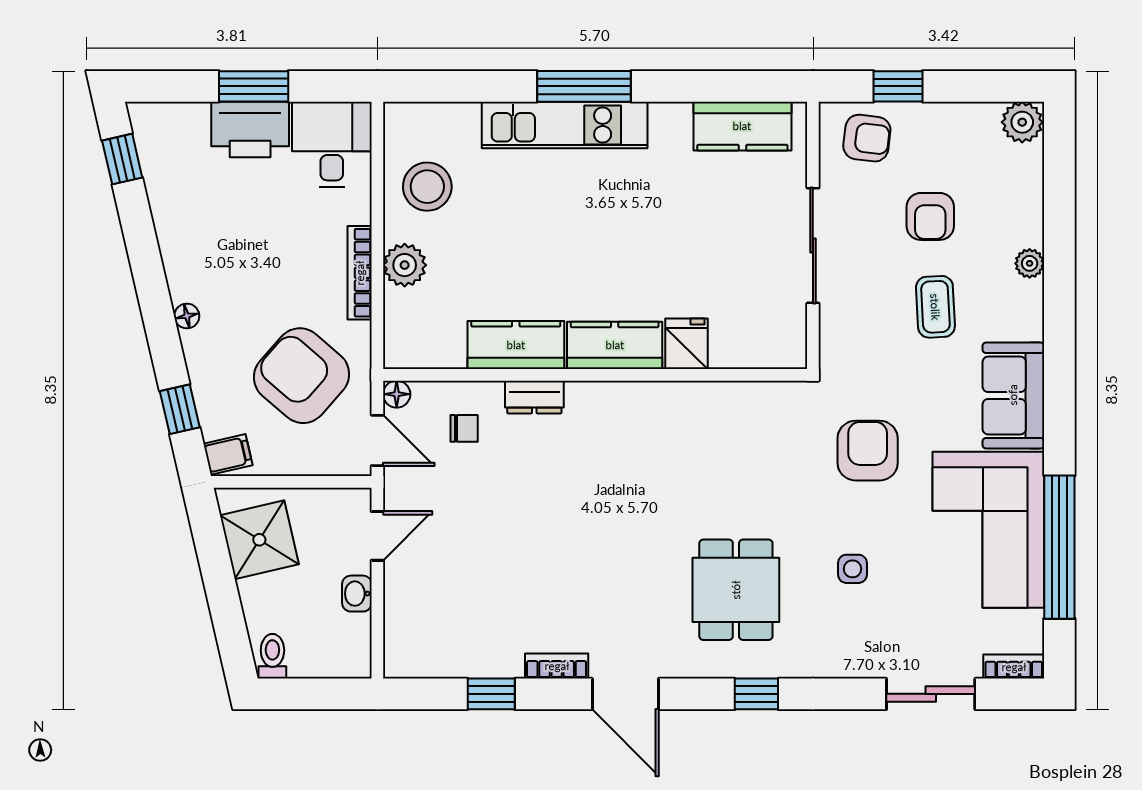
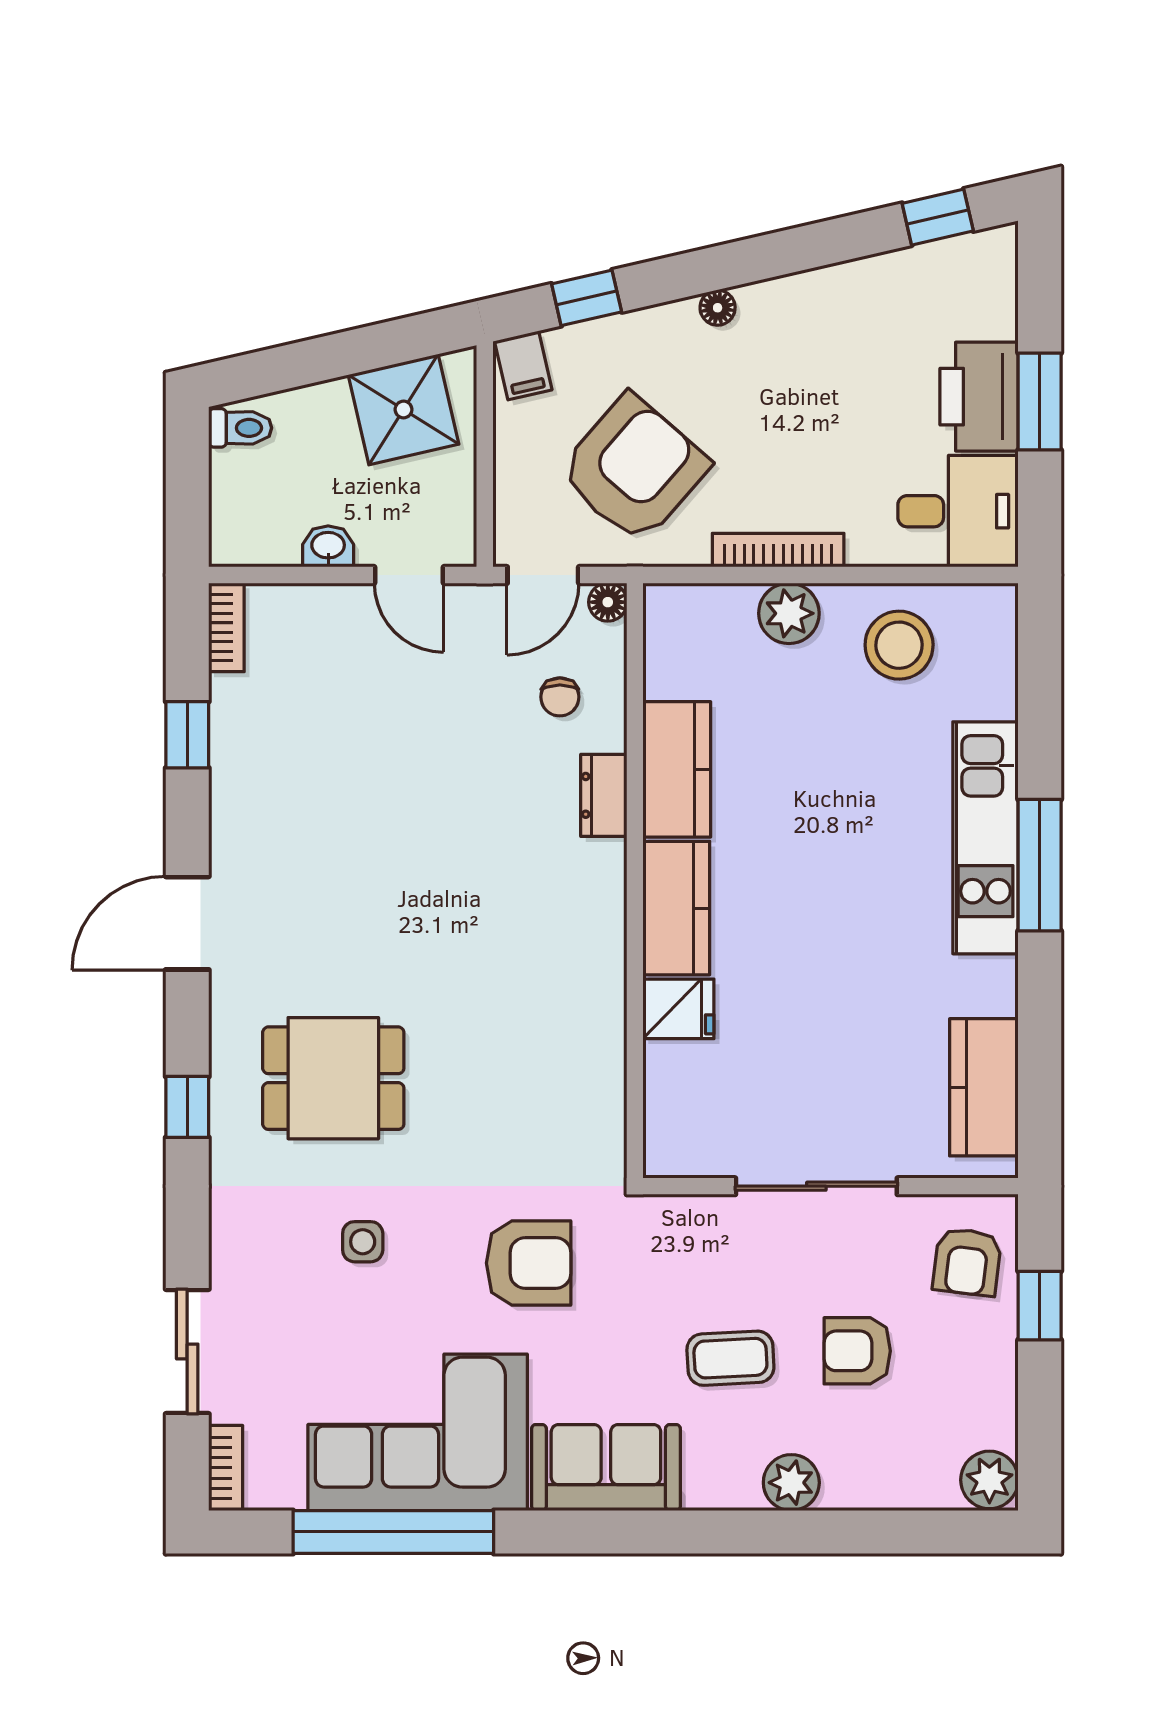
plant: (1030, 263) -> (791, 1483), width x1.38, depth x1.38
bookcase: (557, 666) -> (226, 627), moved

